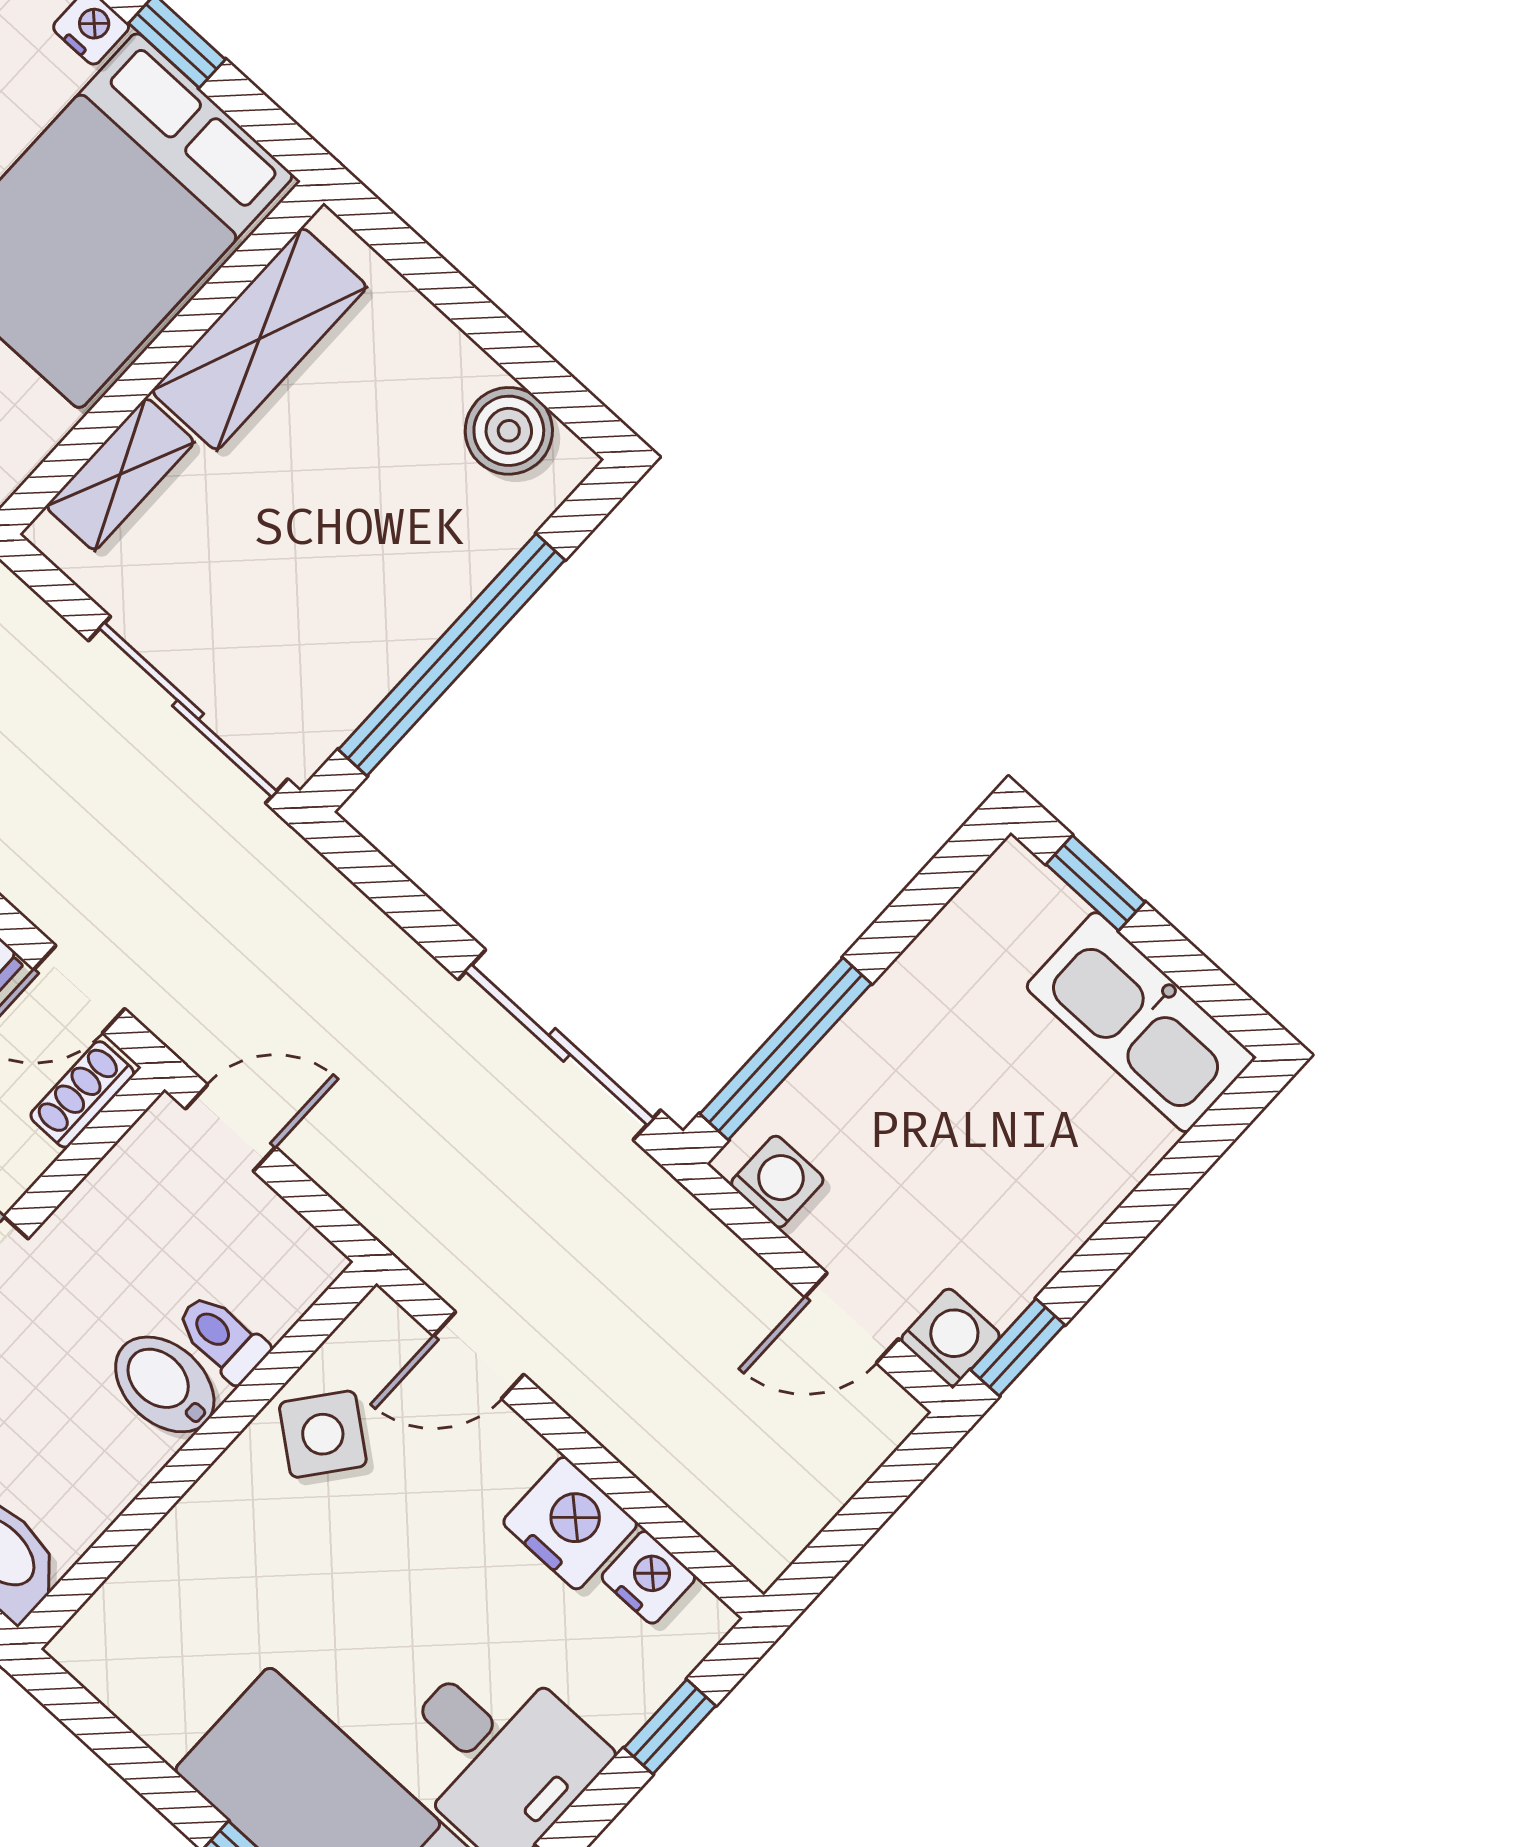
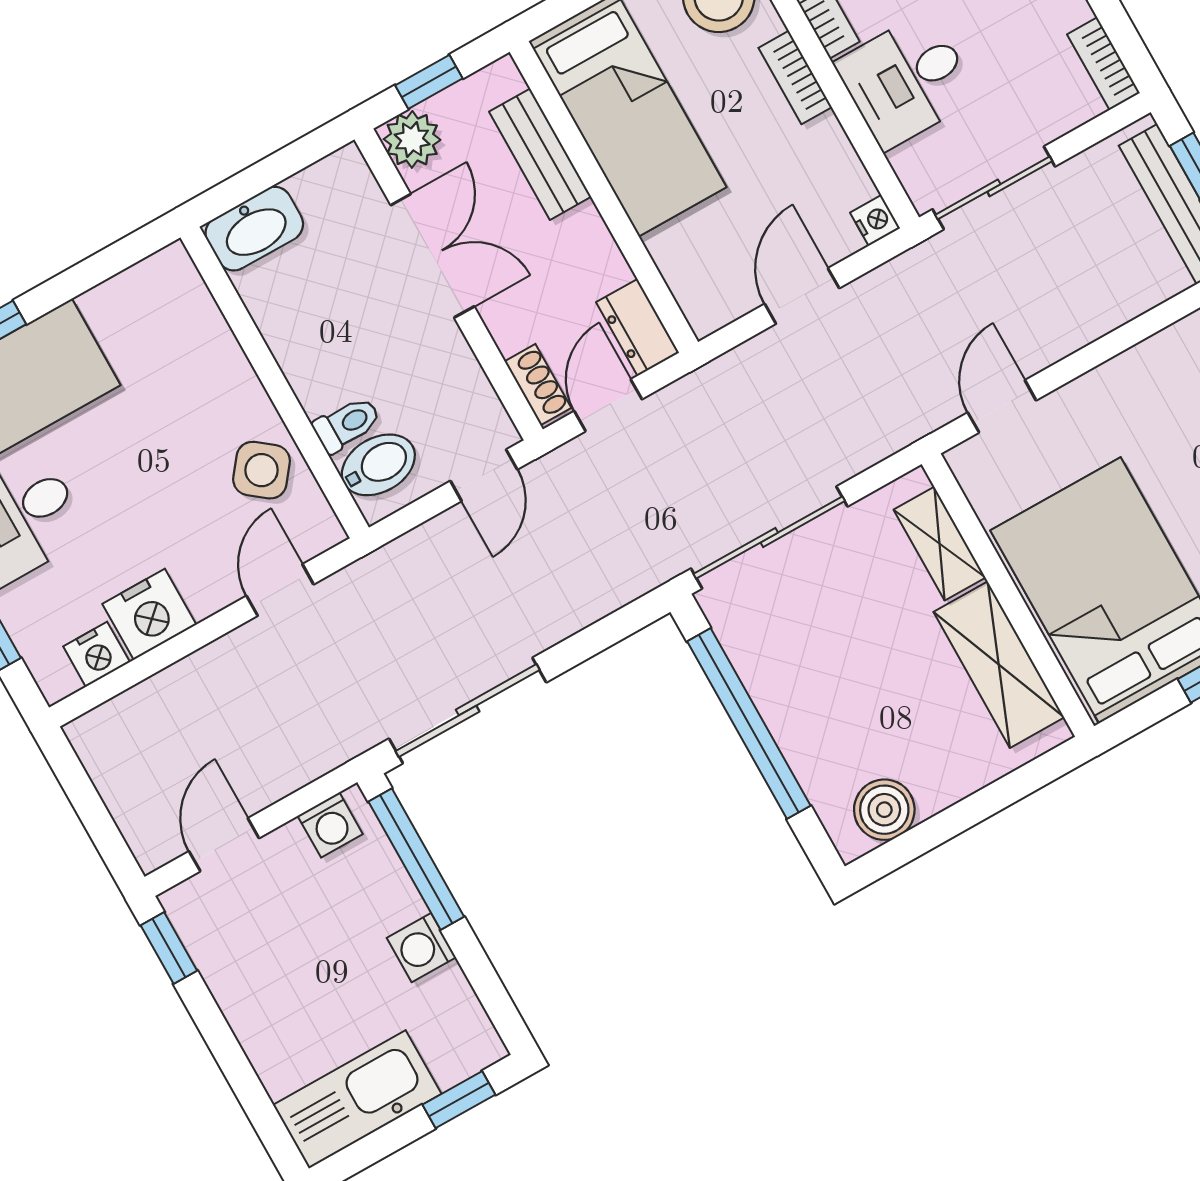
washing machine: (950, 1338) -> (421, 948), moved, turned 90
bidet: (165, 1384) -> (378, 465), moved

